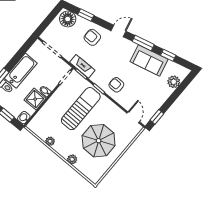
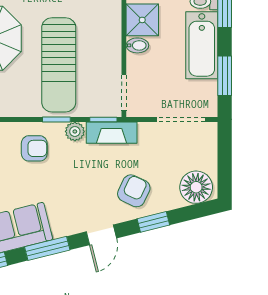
window: (86, 15) -> (153, 222), moved
armchair: (92, 37) -> (134, 191), turned -65
window: (22, 52) -> (225, 76), added
plant: (96, 78) -> (75, 131), added

